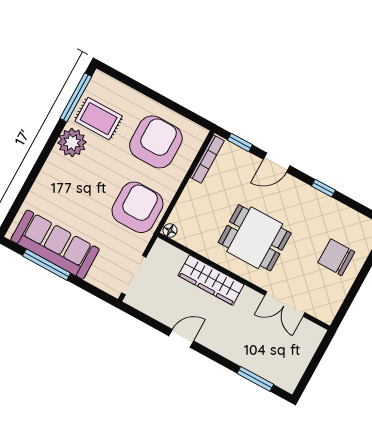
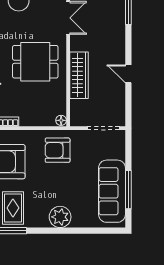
plant: (72, 143) -> (60, 217), moved
armchair: (137, 207) -> (58, 150), width x0.73, depth x0.73
dining table: (255, 238) -> (35, 62), turned 90

